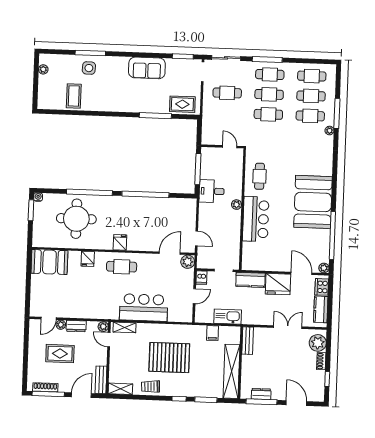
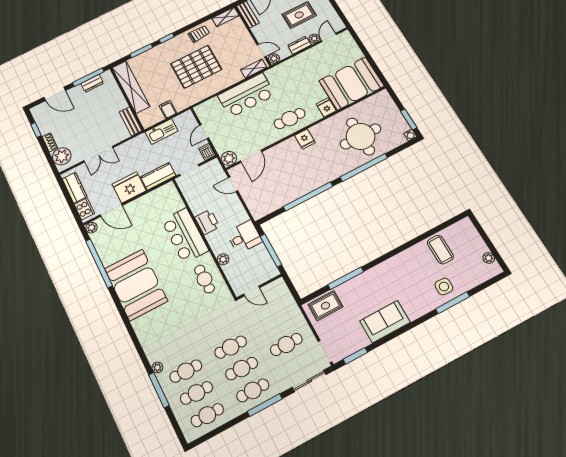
plant: (237, 205) -> (223, 259), moved
printer: (233, 220) -> (207, 222), added
booth: (49, 262) -> (351, 83), width x1.36, depth x1.42

